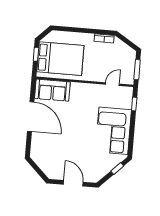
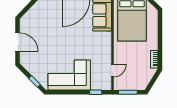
door: (112, 84) -> (112, 70), hinge flipped
door: (73, 183) -> (17, 42), hinge flipped

